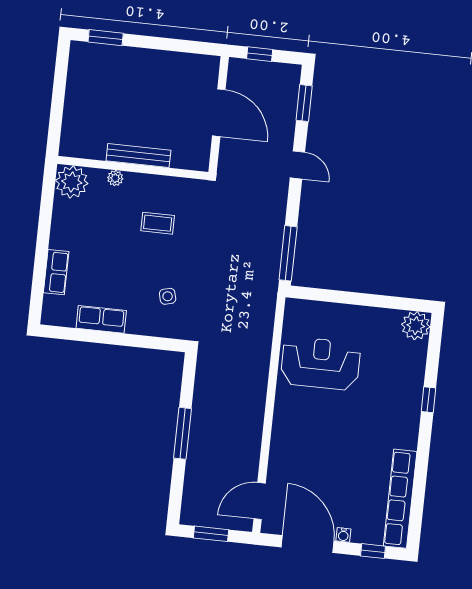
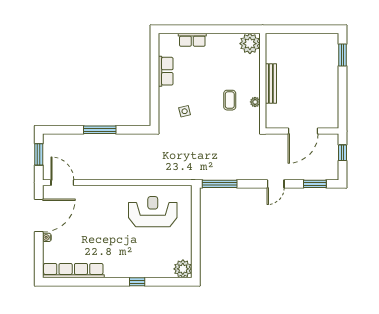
plant: (115, 178) -> (255, 102), moved
reception desk: (320, 363) -> (153, 212), turned -90
window: (373, 551) -> (39, 257), removed

